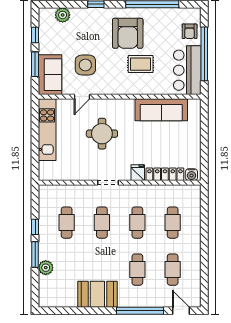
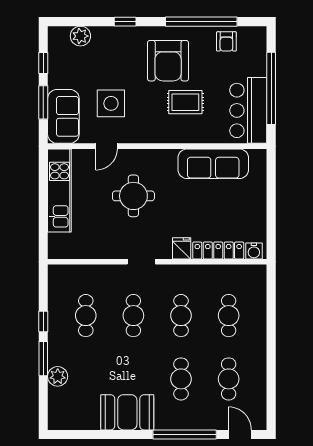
armchair: (190, 31) -> (226, 41), moved

